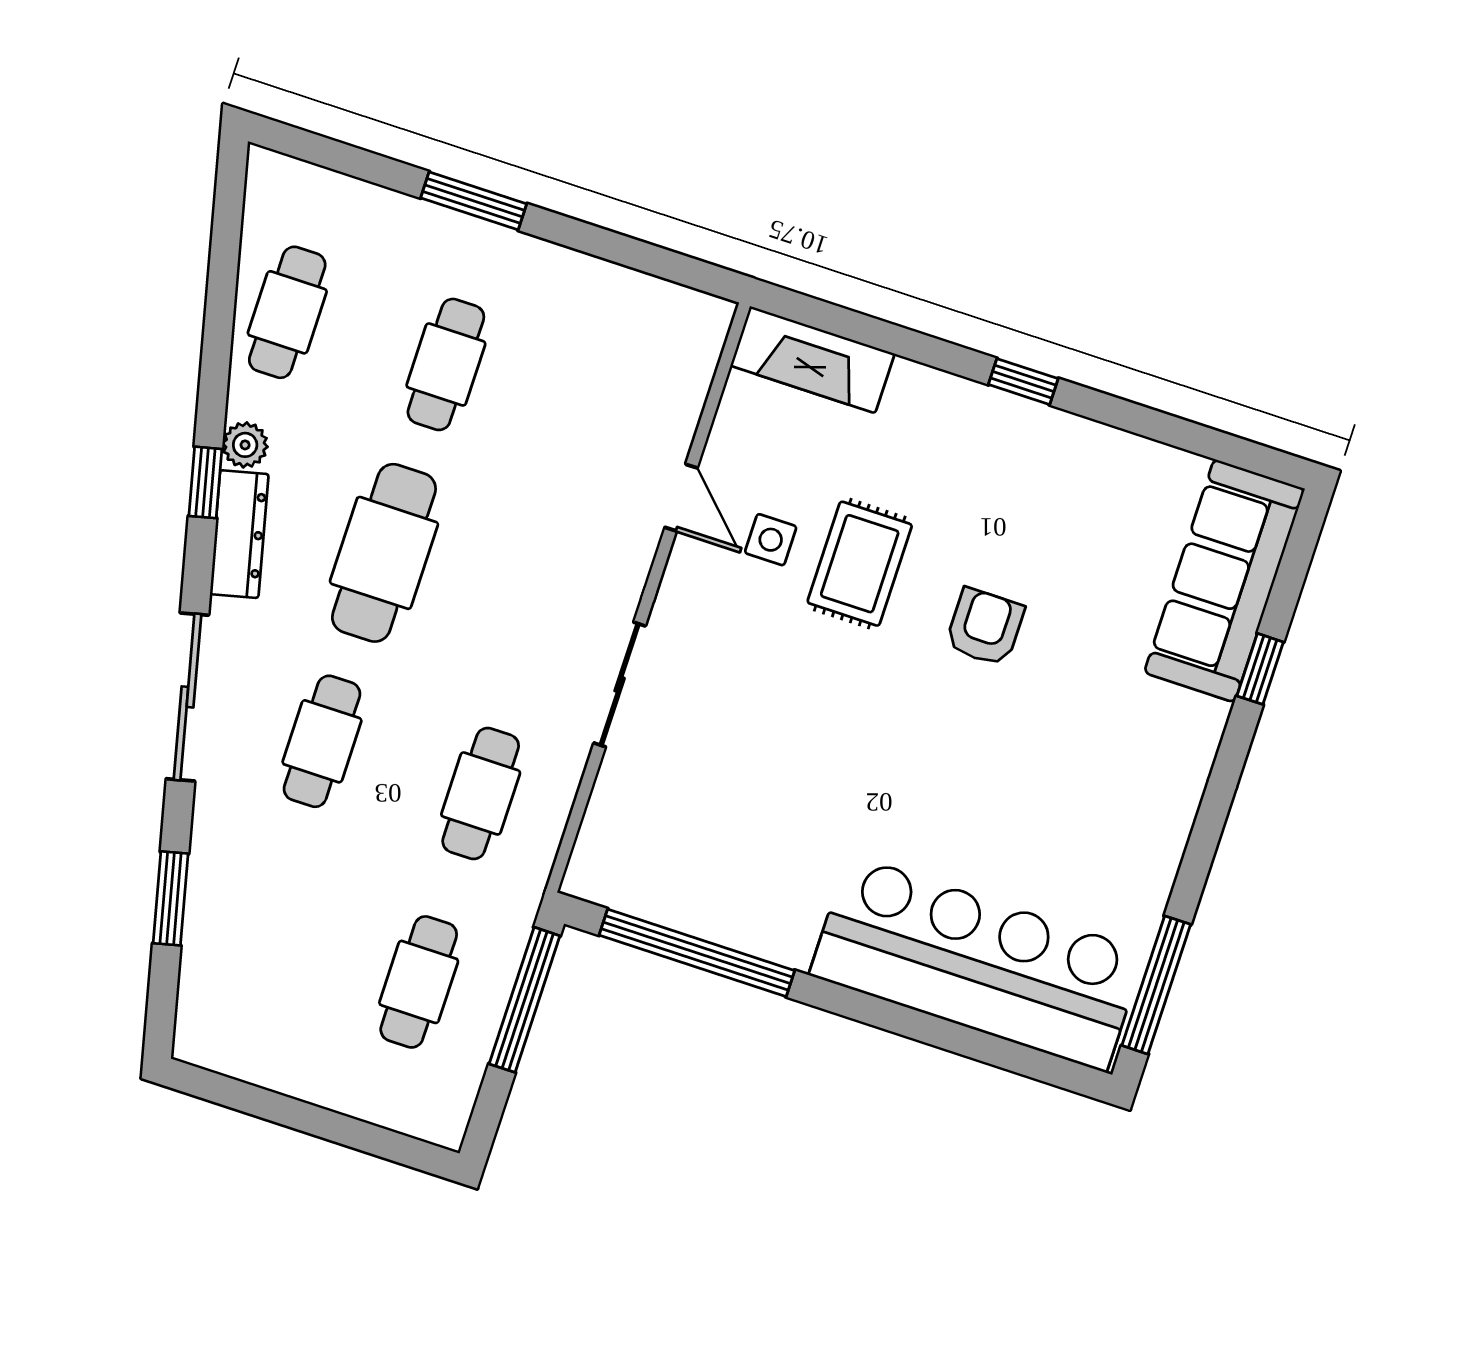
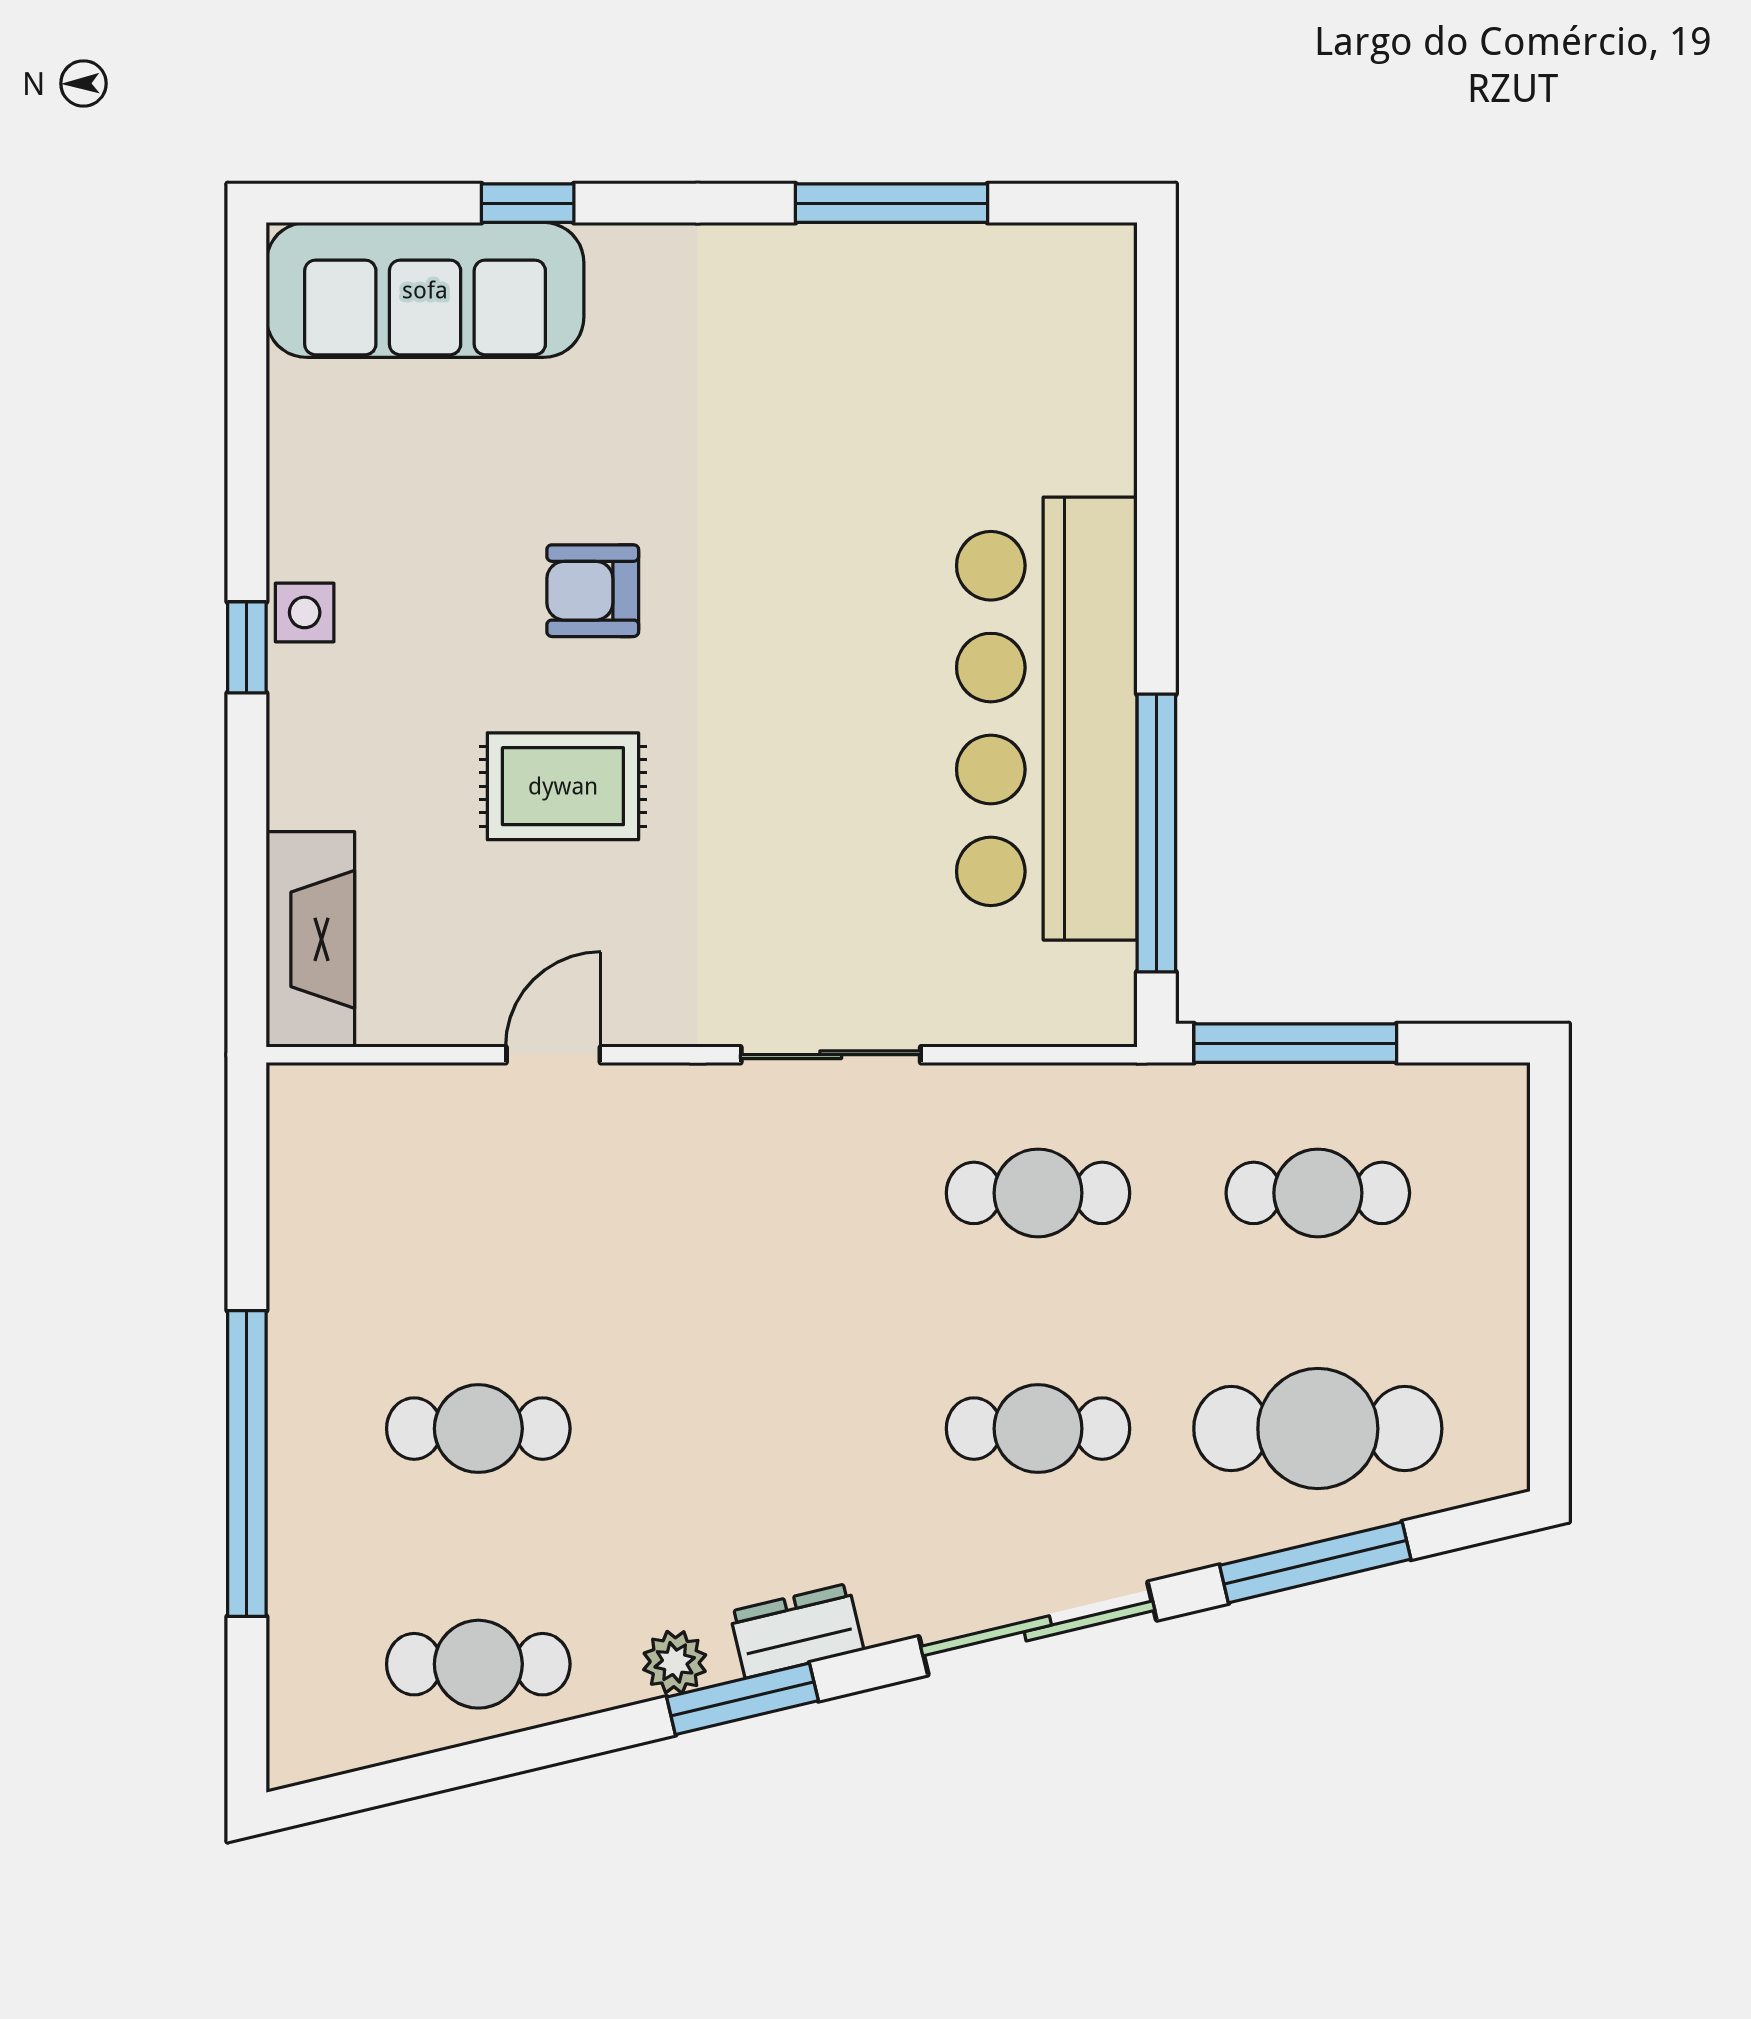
window: (474, 201) -> (247, 1464), width x2.11
window: (205, 482) -> (742, 1699), width x1.50
dresser: (239, 534) -> (797, 1631), width x0.70
side table: (771, 540) -> (305, 612), moved
cafe table: (384, 553) -> (1318, 1429), moved
window: (171, 898) -> (1315, 1562), width x1.44
bar counter: (977, 963) -> (1047, 719), moved
window: (1156, 985) -> (891, 203), moved

